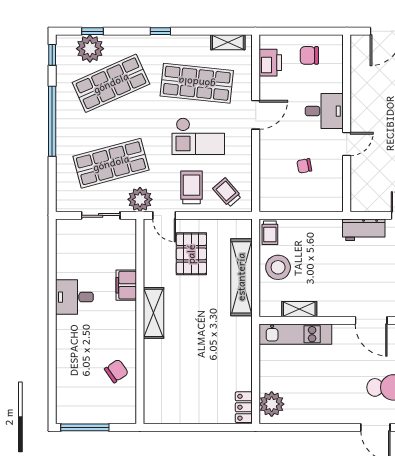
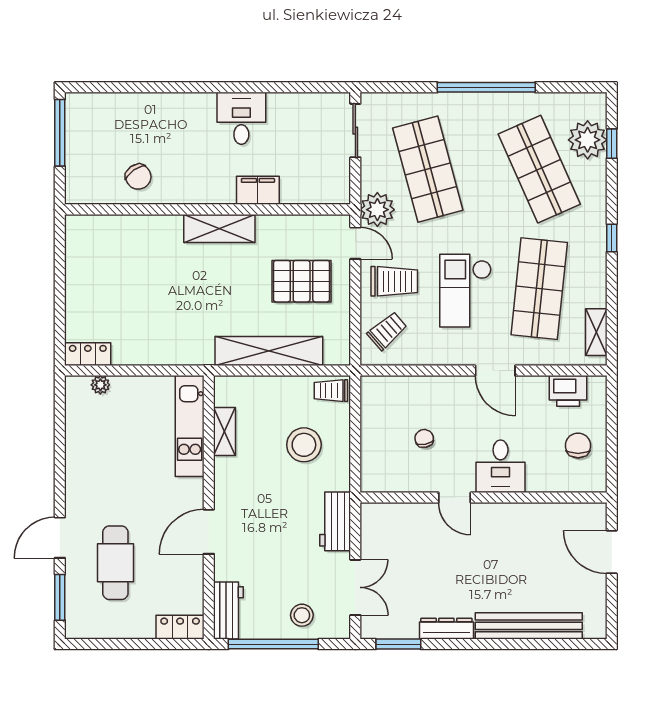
window: (52, 55) -> (579, 87), removed
sliding door: (101, 215) -> (355, 131), moved
door: (164, 215) -> (355, 243), swing flipped
stool: (278, 267) -> (304, 445), moved
plant: (272, 404) -> (100, 385), width x0.53, depth x0.53

